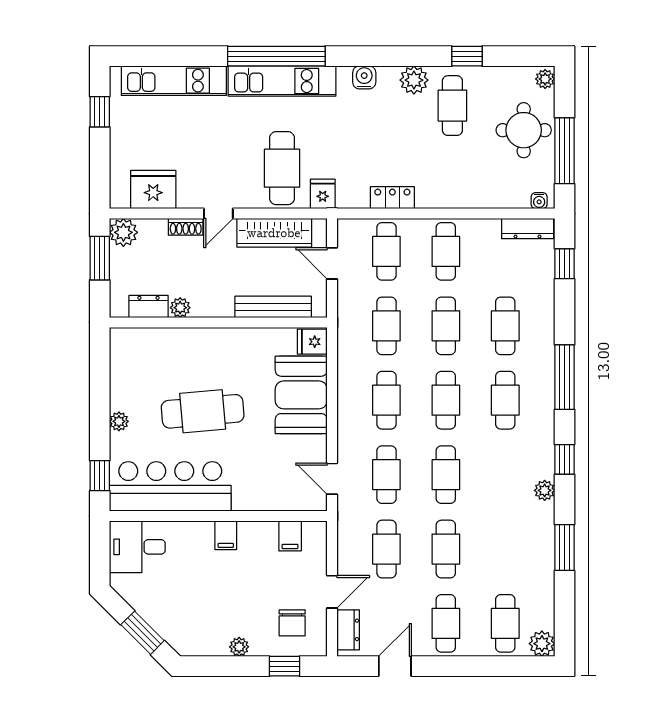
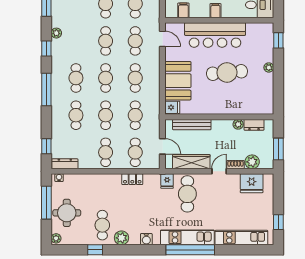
plant: (123, 232) -> (252, 162), moved
bar counter: (170, 486) -> (215, 35), moved

